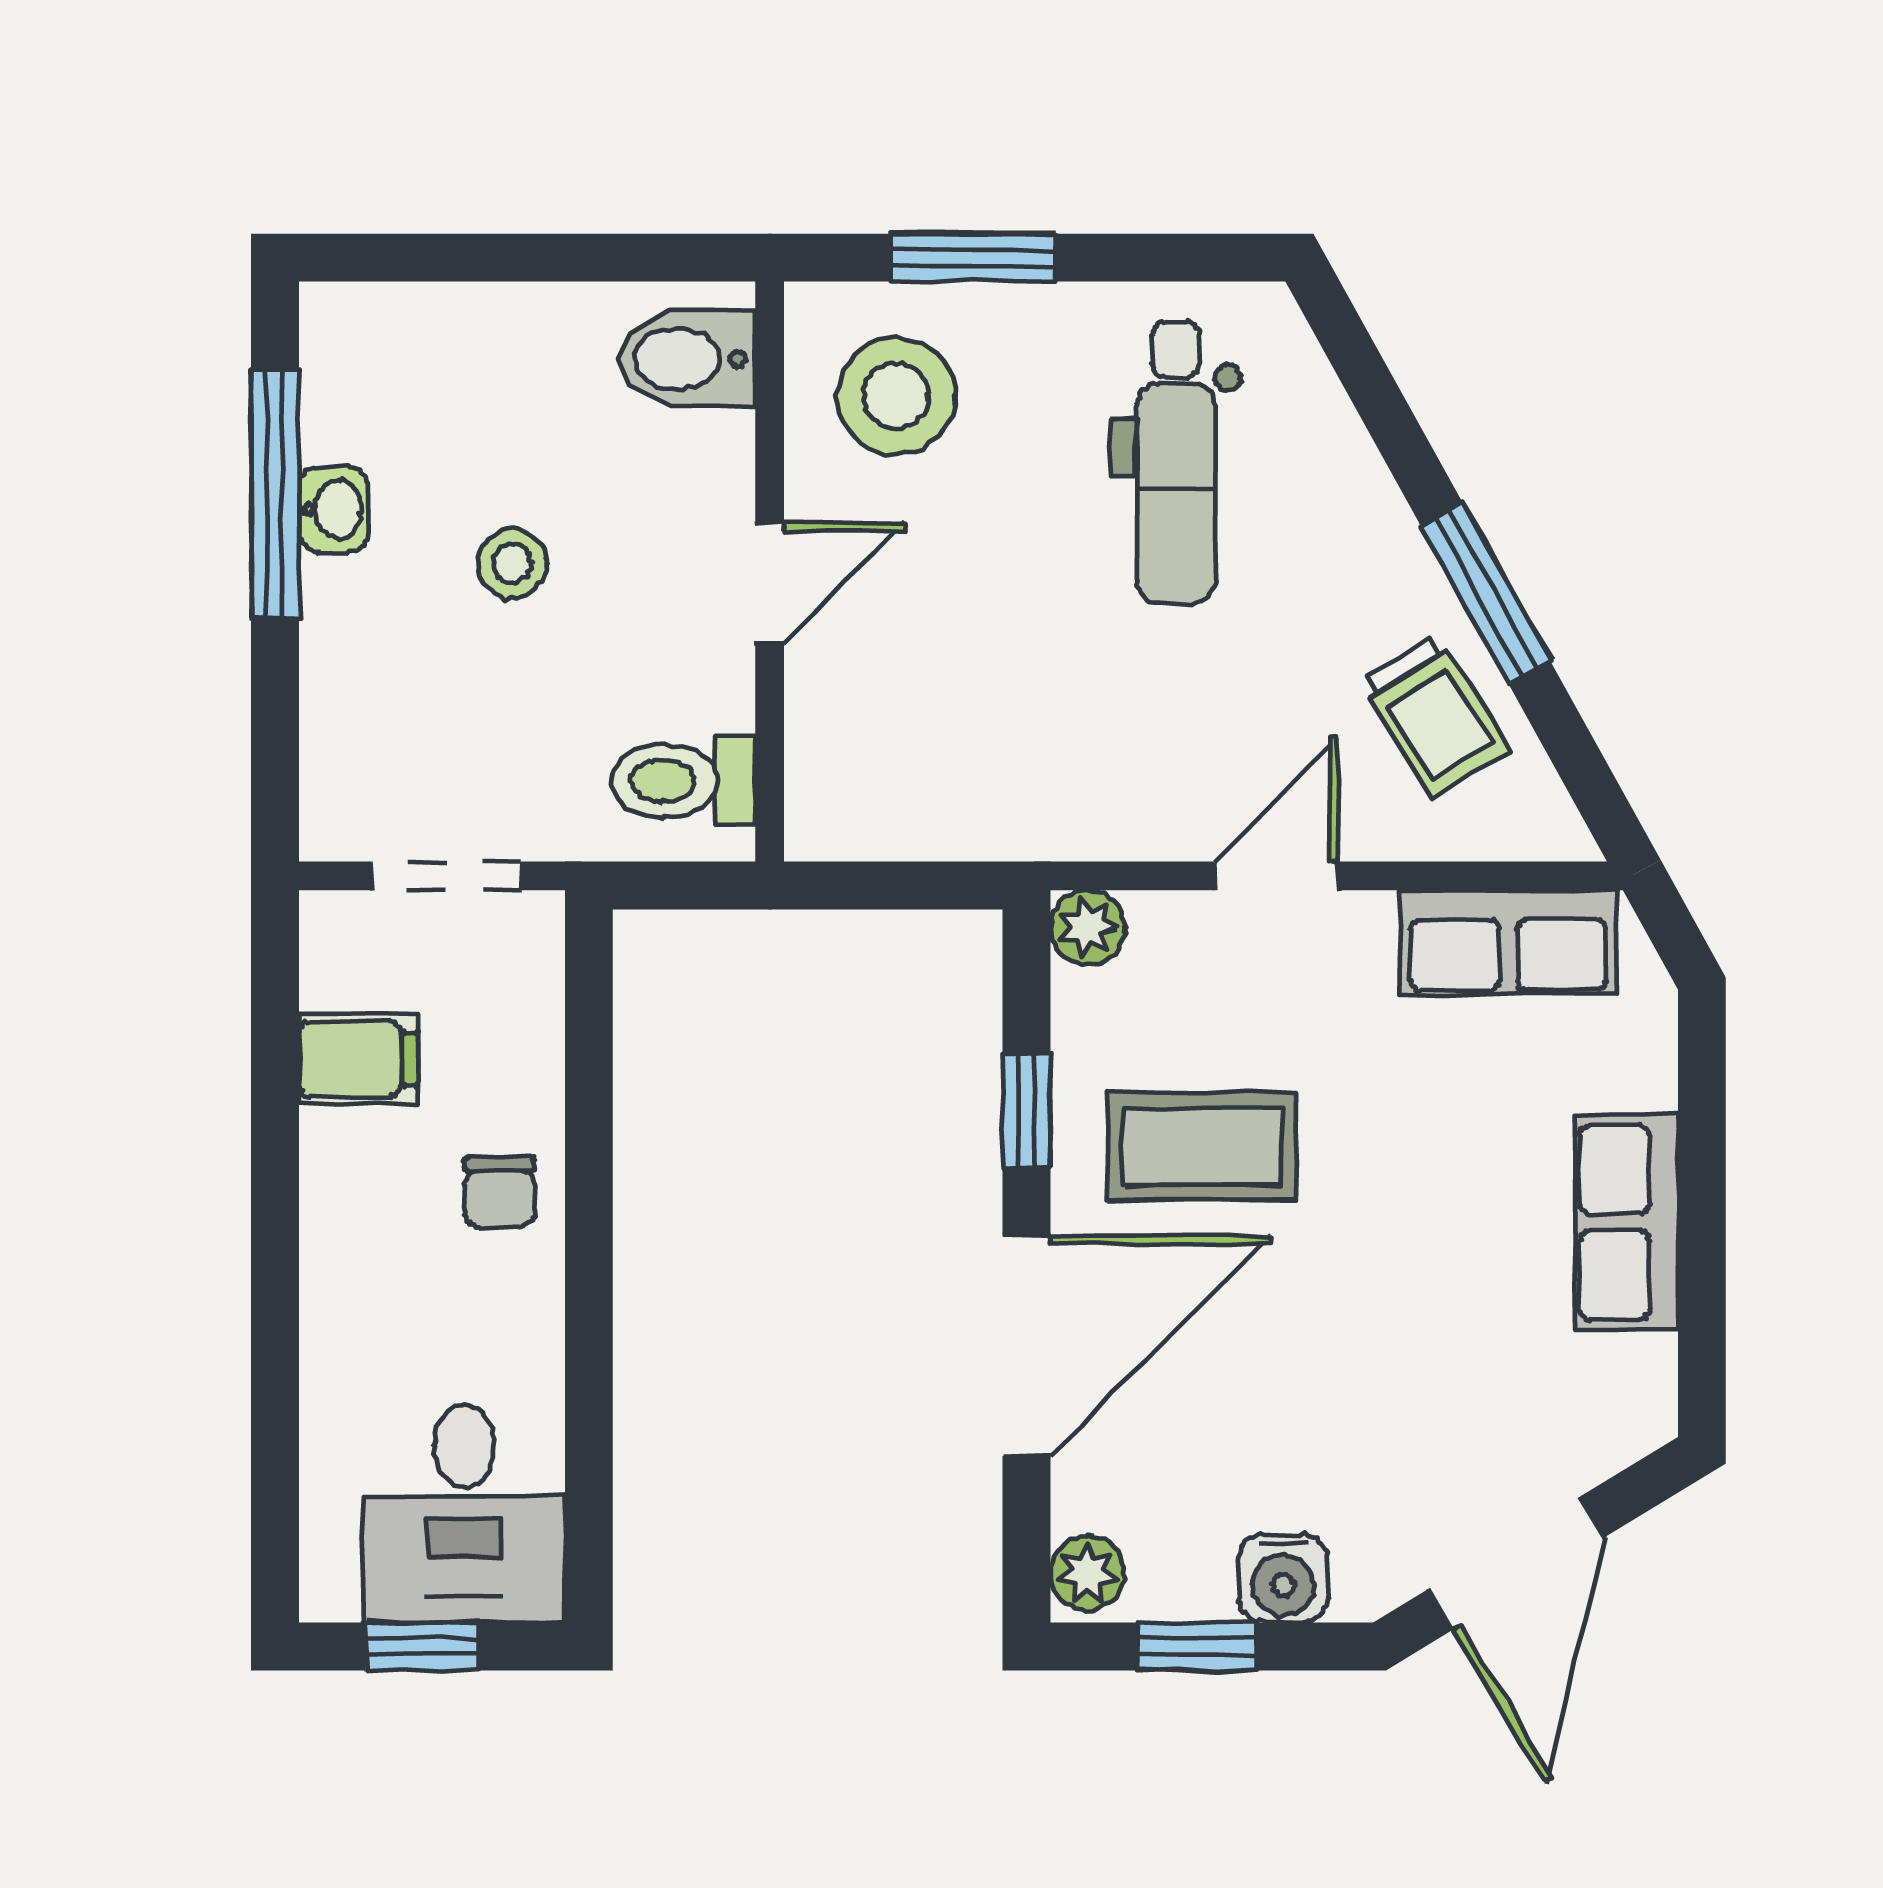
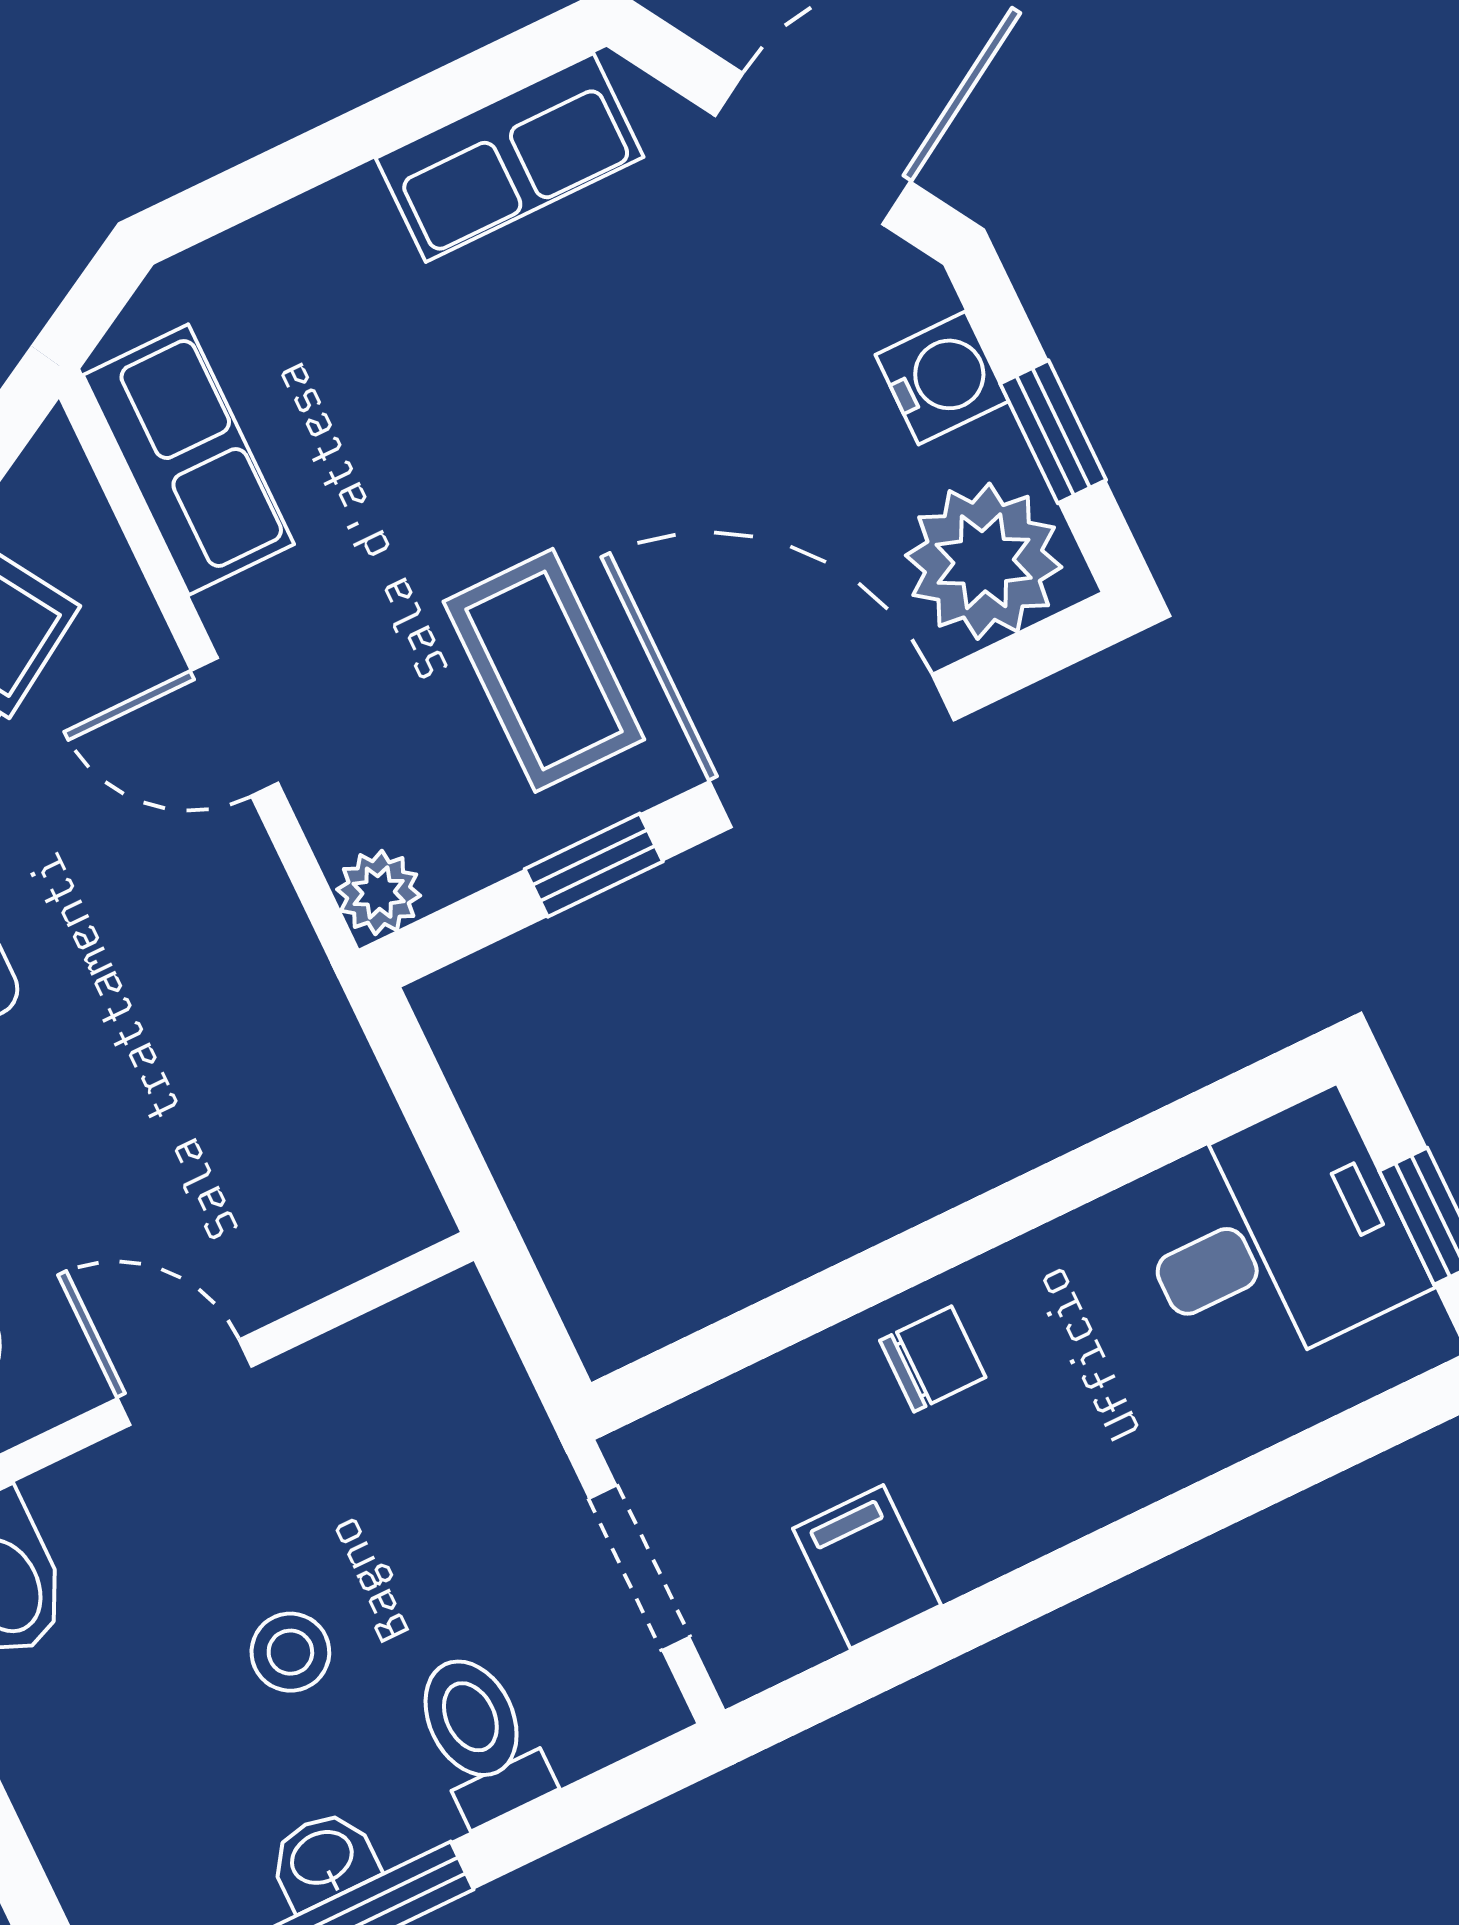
toilet: (683, 781) -> (480, 1737), moved, turned 180
row of seats: (1627, 1222) -> (510, 158), moved
plant: (1087, 1573) -> (984, 561), width x1.88, depth x1.88

